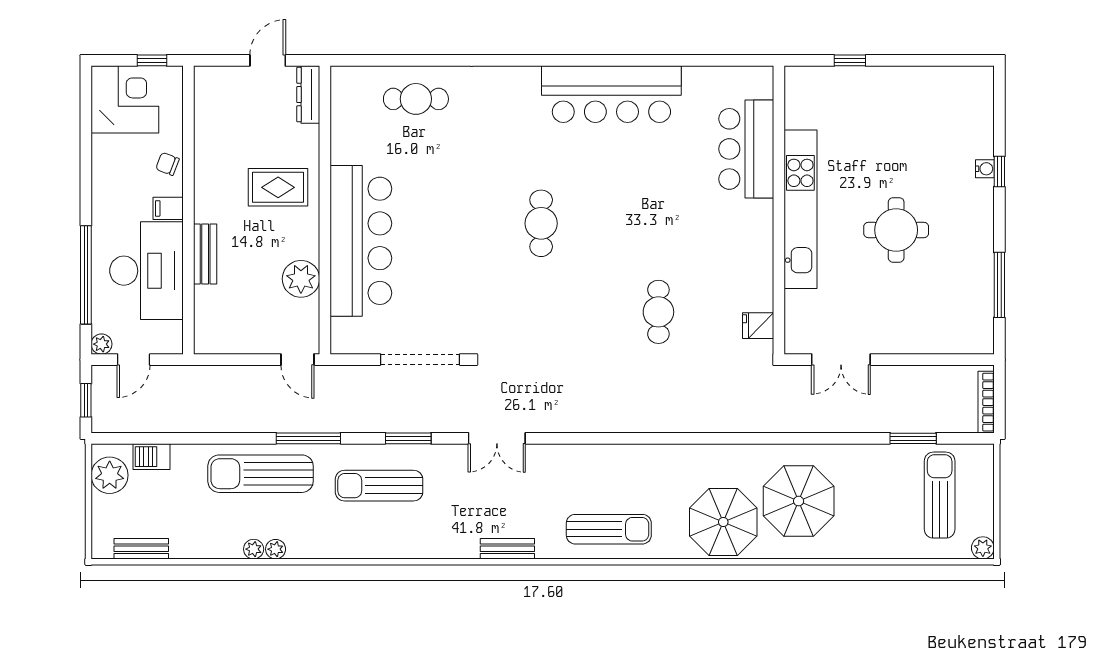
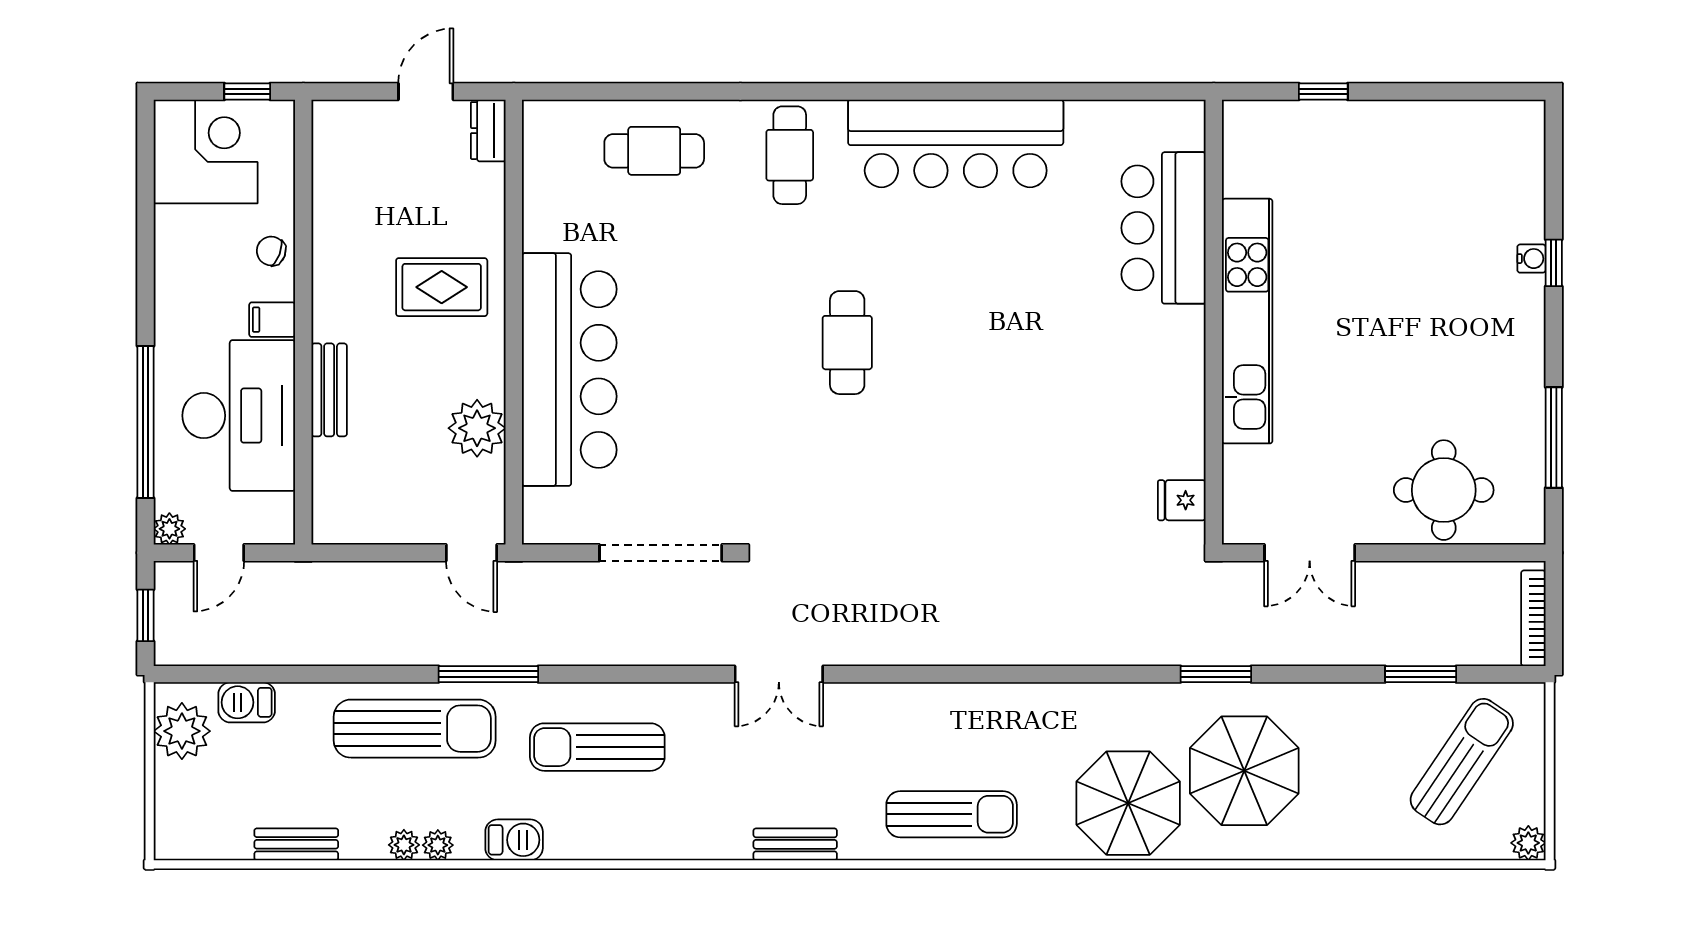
dresser: (308, 95) -> (488, 131), width x0.70
round table: (896, 230) -> (1444, 490), moved
cafe table: (658, 312) -> (790, 155), moved
window: (408, 438) -> (1216, 674), moved
sun lounger: (261, 474) -> (415, 729), turned 180
sun lounger: (940, 495) -> (1462, 762), turned 34
barbecue: (325, 546) -> (514, 840), added
bench: (141, 549) -> (296, 844), moved

